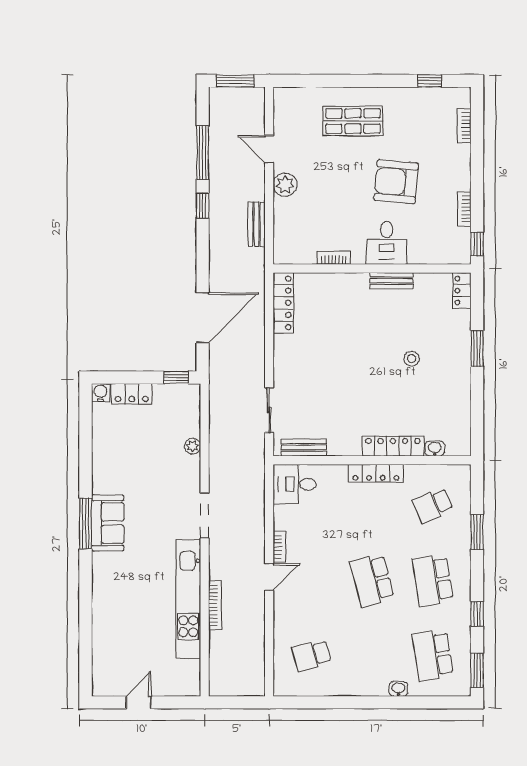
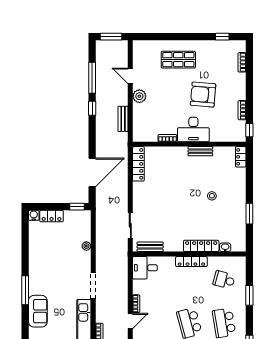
desk: (387, 243) -> (193, 130), width x1.37
window: (477, 349) -> (249, 214), moved
school desk: (433, 505) -> (224, 280), turned 39
sofa: (108, 523) -> (38, 311), moved

